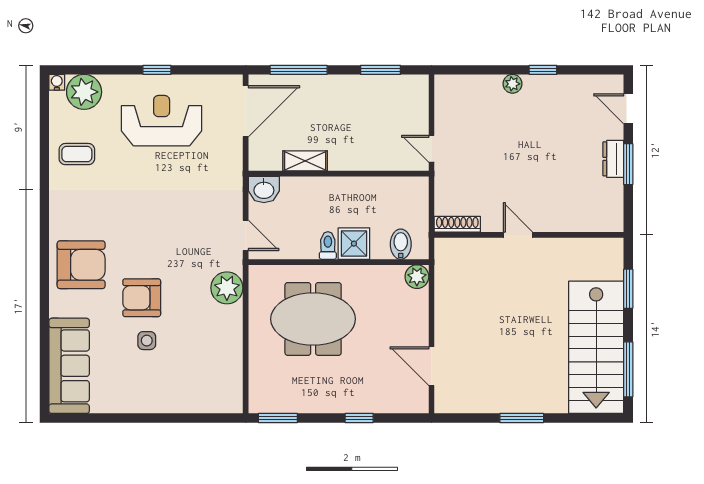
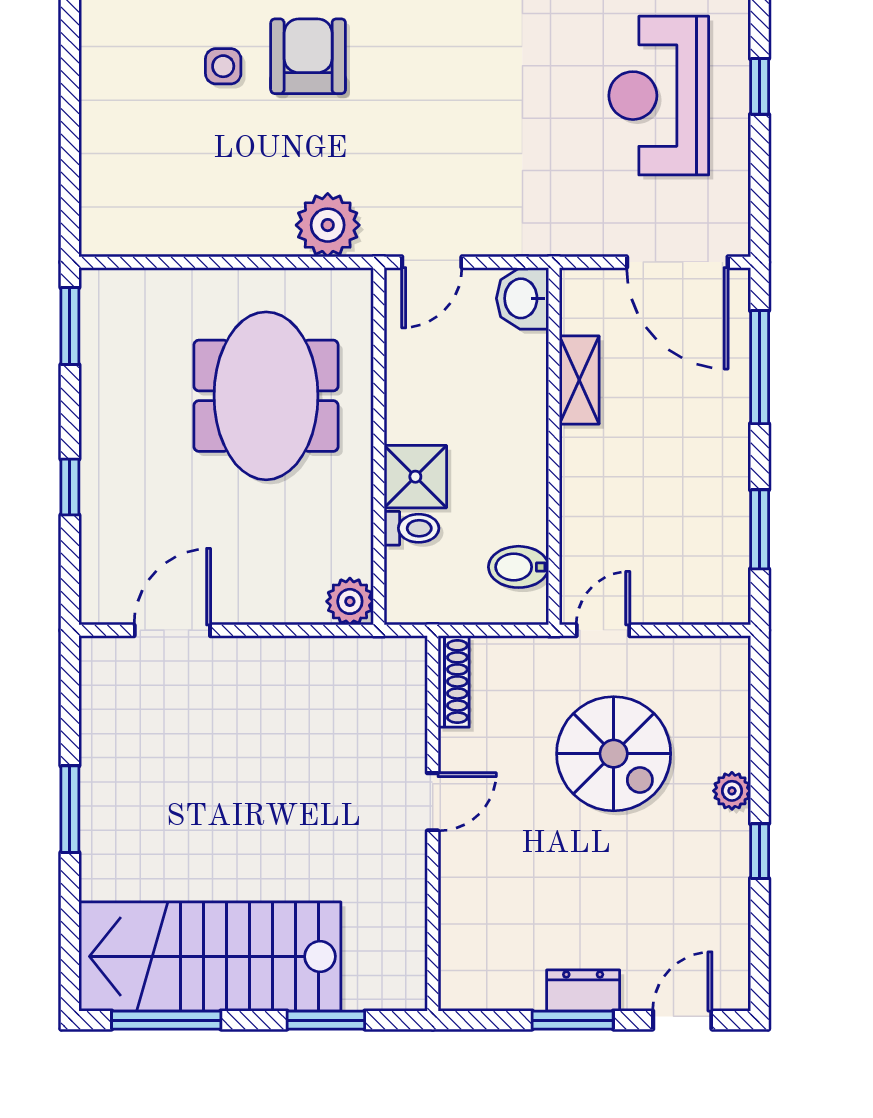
reception desk: (162, 121) -> (659, 96), turned 180
spiral stairs: (494, 143) -> (614, 754), added
bidet: (401, 244) -> (518, 567), moved, turned 180
toilet: (328, 246) -> (412, 528), moved

